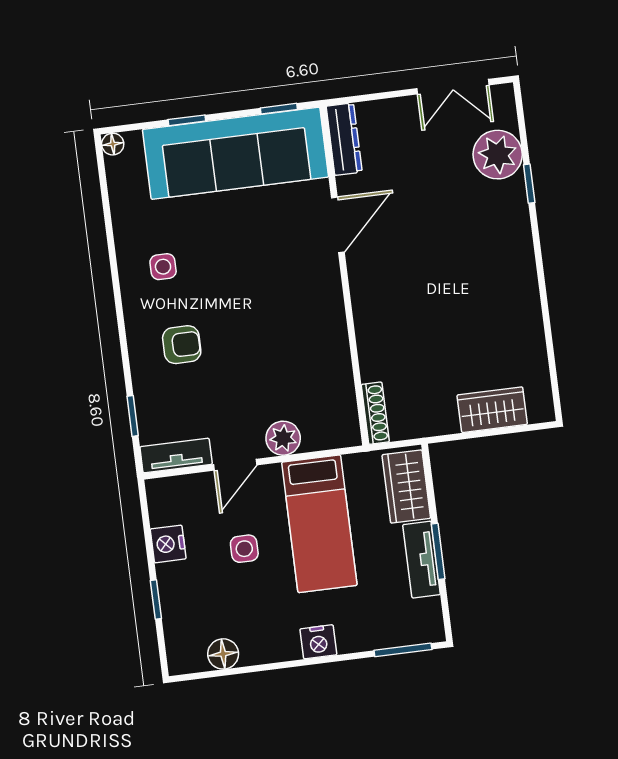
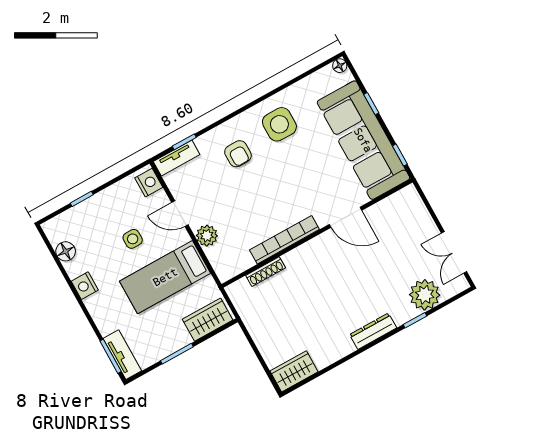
dresser: (344, 139) -> (373, 331), moved, turned 180
side table: (163, 267) -> (279, 124), width x1.87, depth x1.87
bookcase: (335, 327) -> (284, 240), added
wardrobe: (492, 410) -> (294, 371), moved, turned -90
shoe rack: (375, 413) -> (266, 272), moved
tv unit: (176, 456) -> (177, 158), moved, turned 90
nightstand: (168, 544) -> (149, 183), moved, turned 90
tv unit: (422, 560) -> (122, 355), moved, turned 90
nightstand: (318, 642) -> (85, 286), moved

